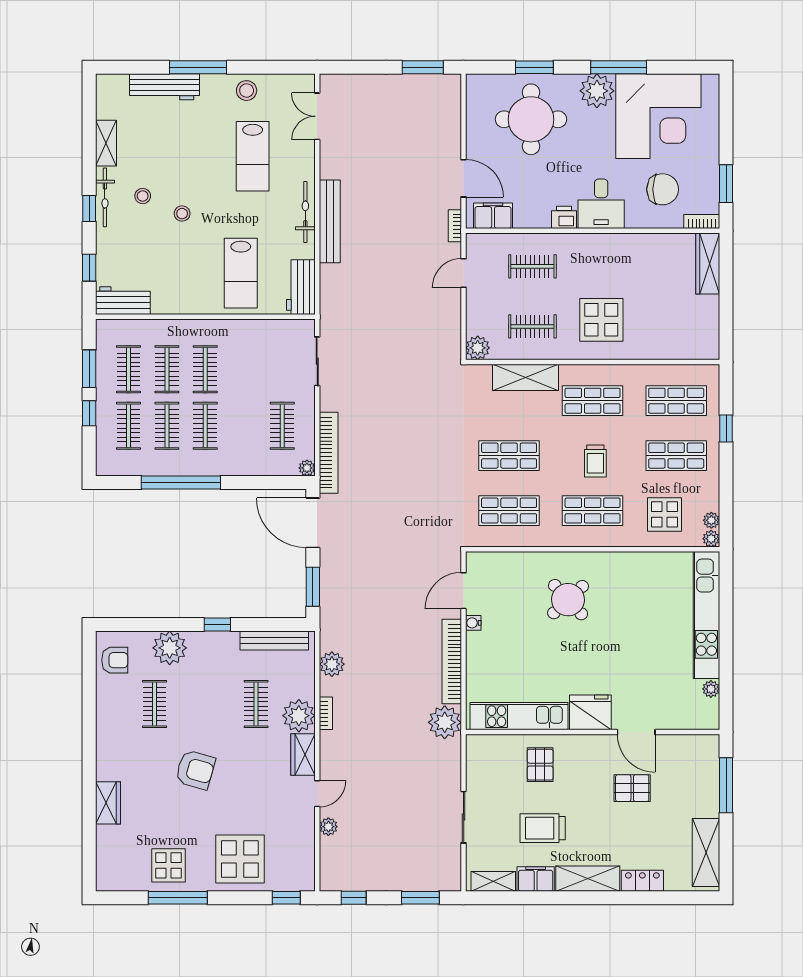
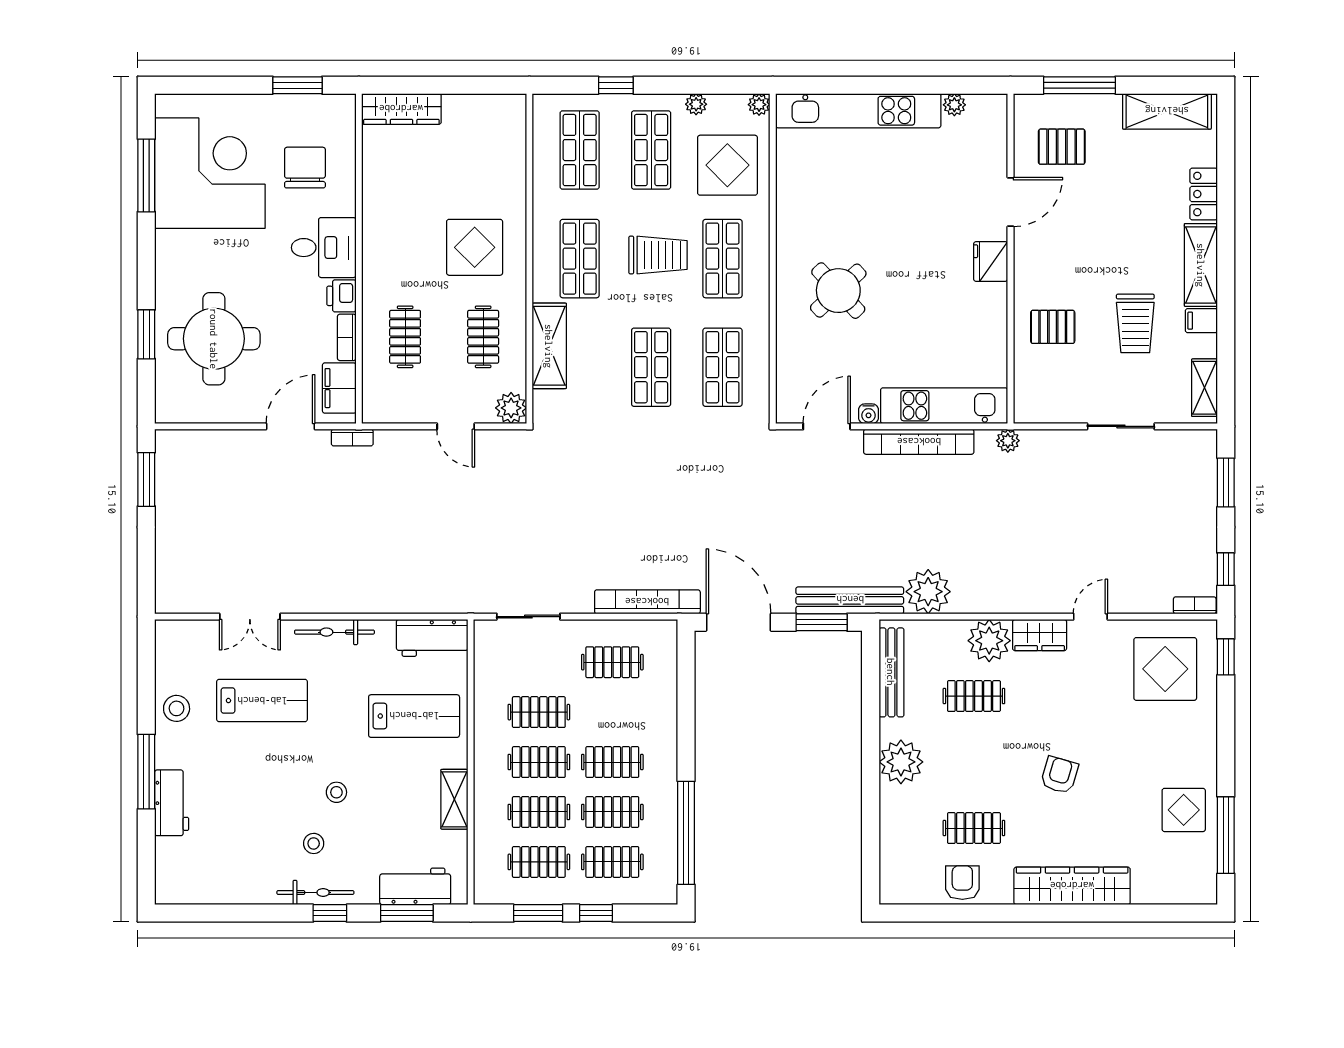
window: (619, 67) -> (146, 175), moved
workbench: (164, 87) -> (172, 803), width x0.73
plant: (597, 91) -> (177, 253), removed
double door: (317, 116) -> (250, 617), moved
shelving: (106, 143) -> (454, 799), moved, turned 90
bench: (330, 221) -> (850, 600), moved
bookcase: (702, 221) -> (347, 337), moved
window: (89, 268) -> (407, 913), width x1.50
door: (464, 273) -> (456, 426), moved
workbench: (123, 301) -> (415, 886), moved, turned 90
clothes rail: (244, 369) -> (539, 712), added
trolley: (595, 461) -> (658, 255), width x1.36, depth x1.39
plant: (307, 468) -> (667, 630), removed
window: (181, 483) -> (686, 833), moved
display table: (664, 514) -> (727, 165), width x1.36, depth x1.36
plant: (711, 520) -> (696, 104), moved
door: (313, 523) -> (738, 622), swing flipped
door: (464, 591) -> (827, 426), swing flipped
window: (217, 625) -> (871, 746), removed
plant: (170, 648) -> (901, 762), moved
armchair: (115, 660) -> (962, 883), moved
plant: (332, 664) -> (928, 592), width x1.36, depth x1.36
fridge: (590, 712) -> (991, 261), width x0.73, depth x0.75
bookcase: (326, 713) -> (1195, 605), moved
kitchen unit: (519, 716) -> (944, 406), moved, turned 90
plant: (445, 722) -> (1008, 441), width x0.53, depth x0.53
armchair: (195, 770) -> (1059, 775), width x0.72, depth x0.72
pallet: (632, 788) -> (1062, 147), moved, turned 90
door: (317, 794) -> (1090, 617), hinge flipped
wardrobe: (108, 803) -> (1072, 886), width x2.10, depth x1.17
plant: (328, 827) -> (1133, 602), removed
display table: (240, 859) -> (1165, 669), moved
filing cabinet: (536, 879) -> (1201, 321), width x0.50
window: (178, 898) -> (1226, 835), moved

